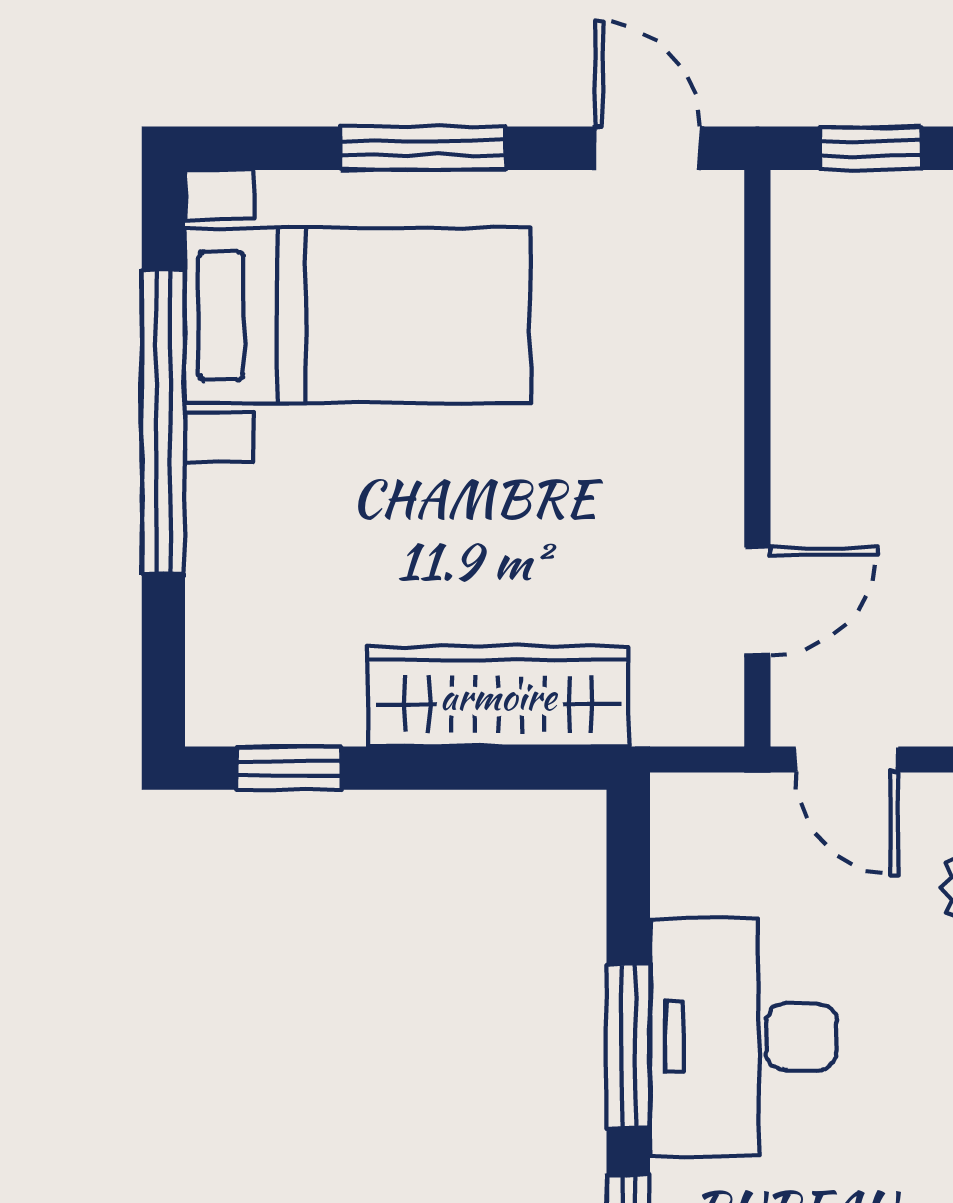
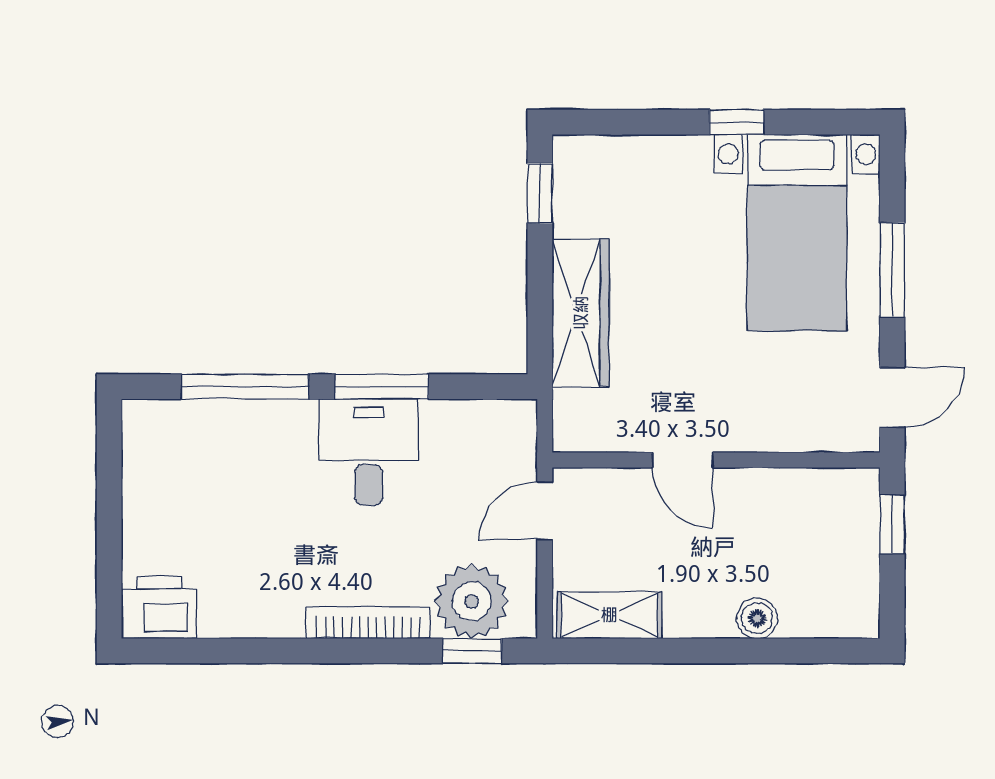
window: (163, 422) -> (737, 122), width x0.32
door: (757, 601) -> (683, 460), moved
desk: (743, 1037) -> (369, 452), width x0.73

